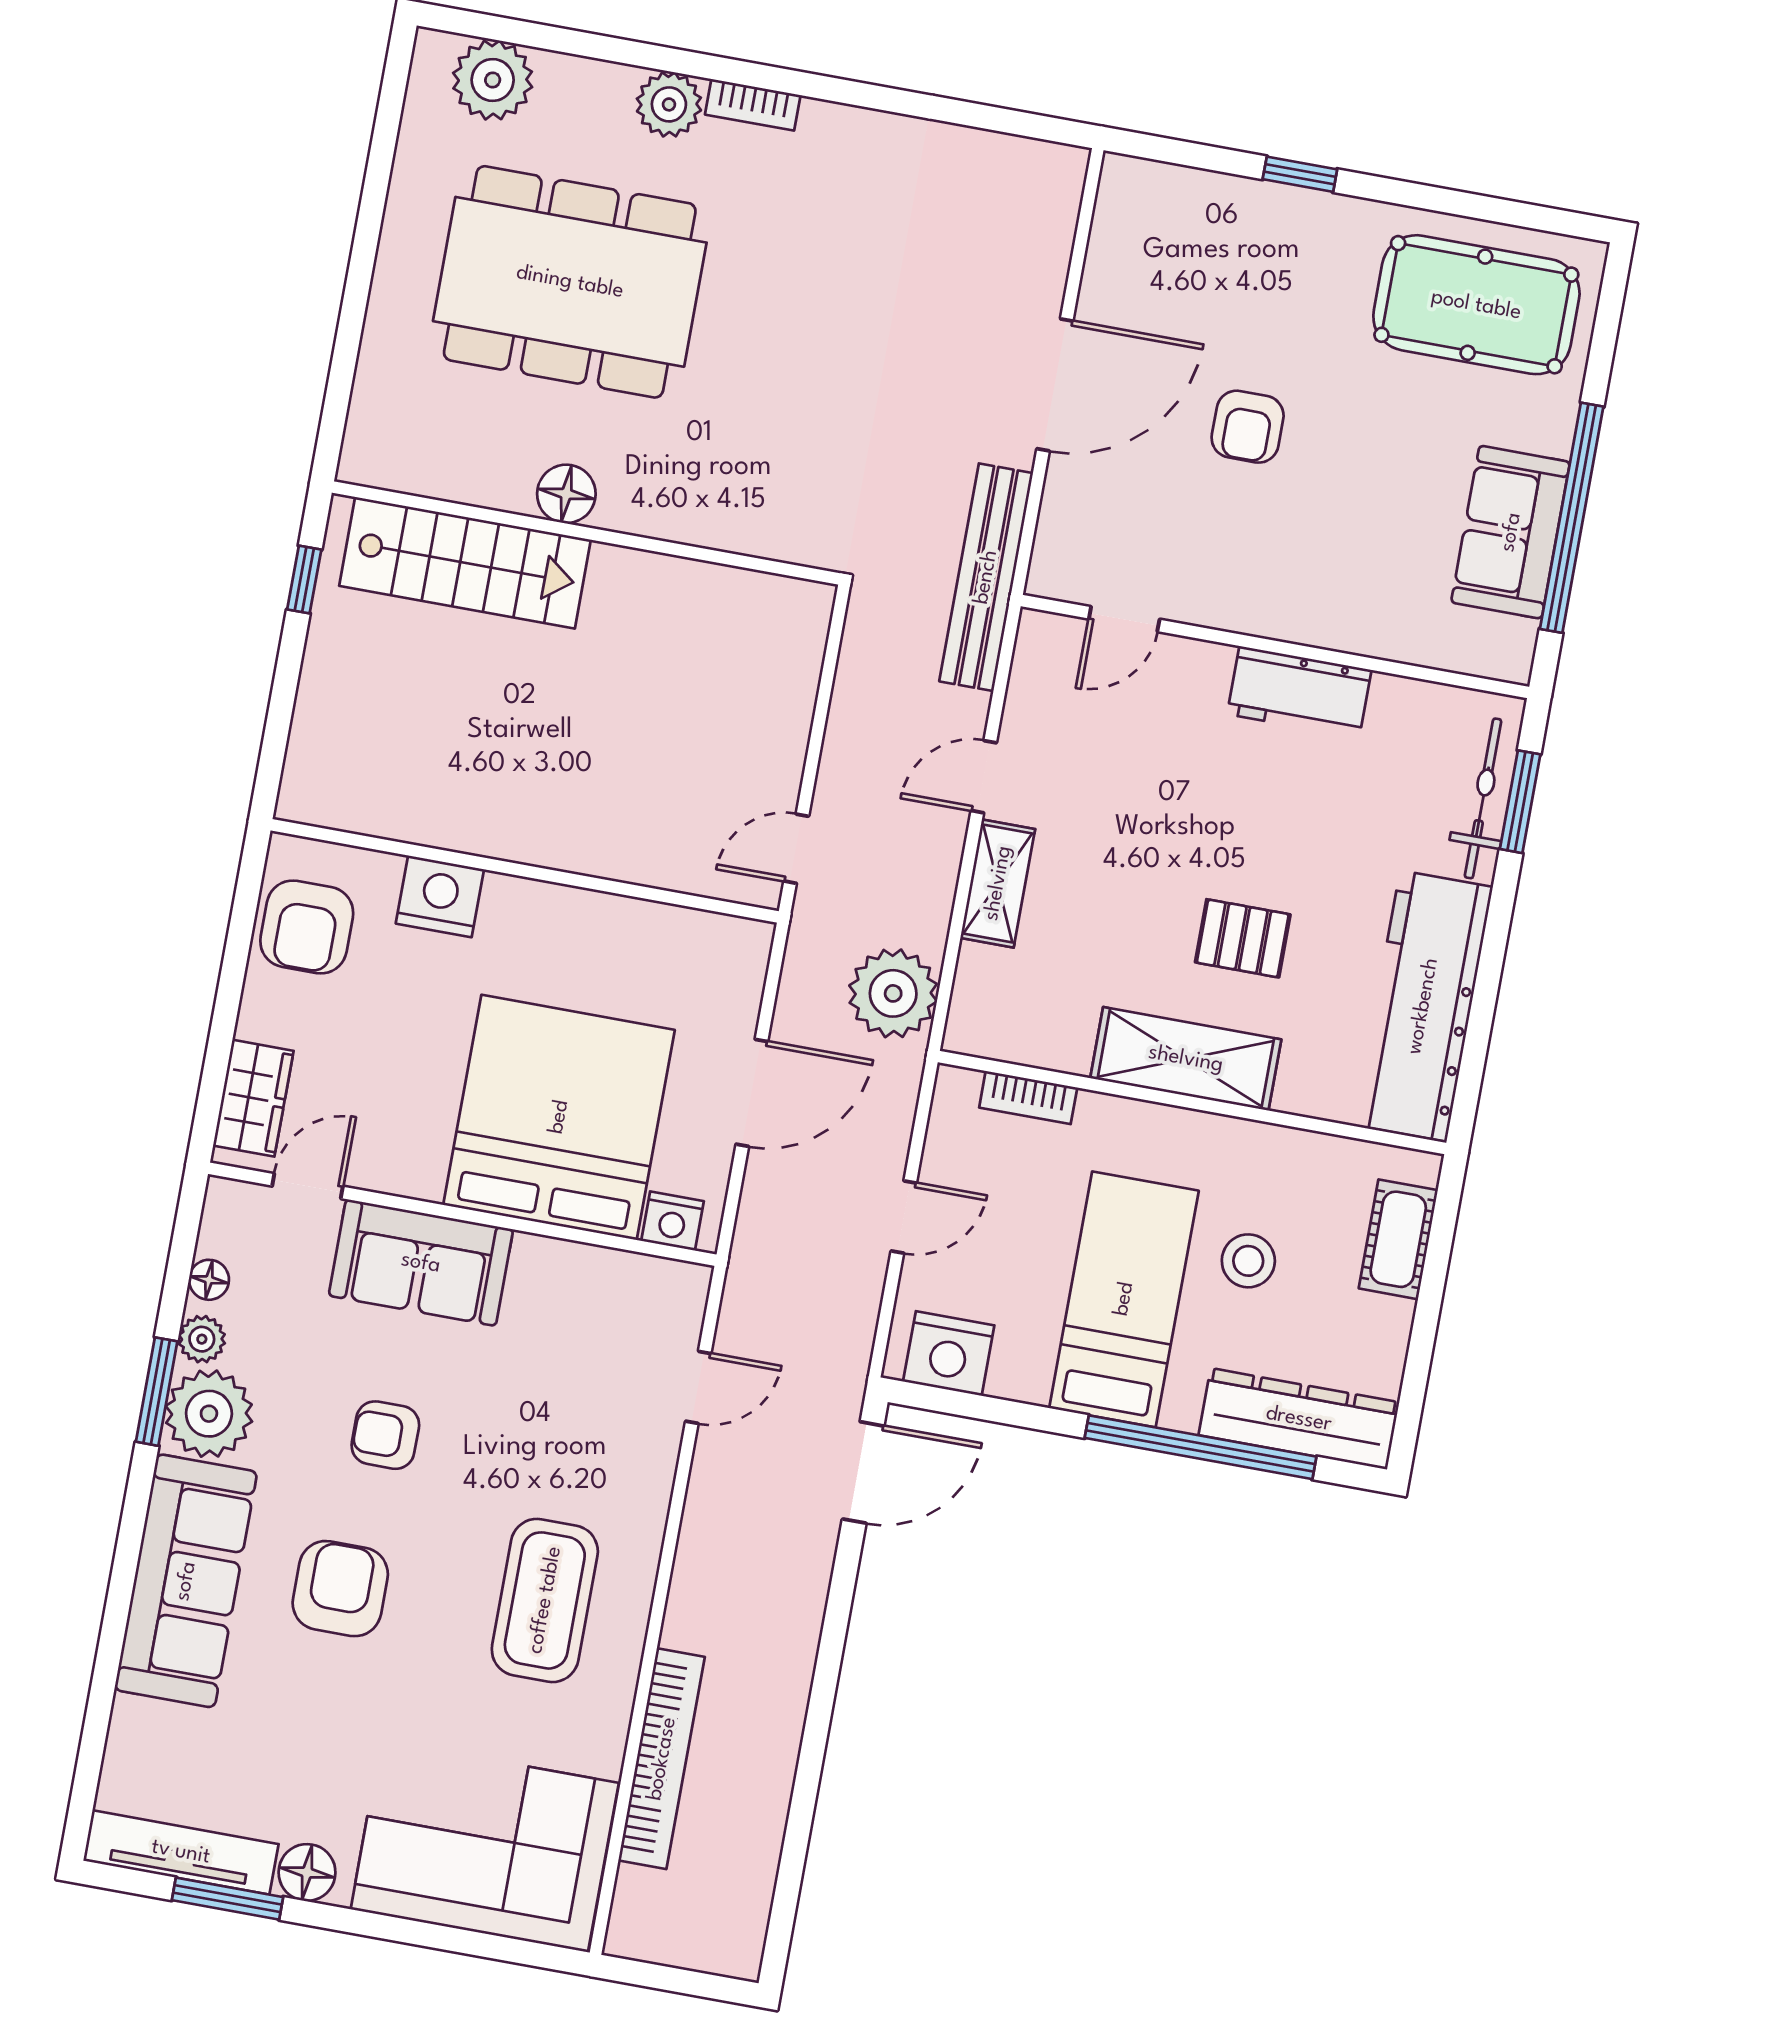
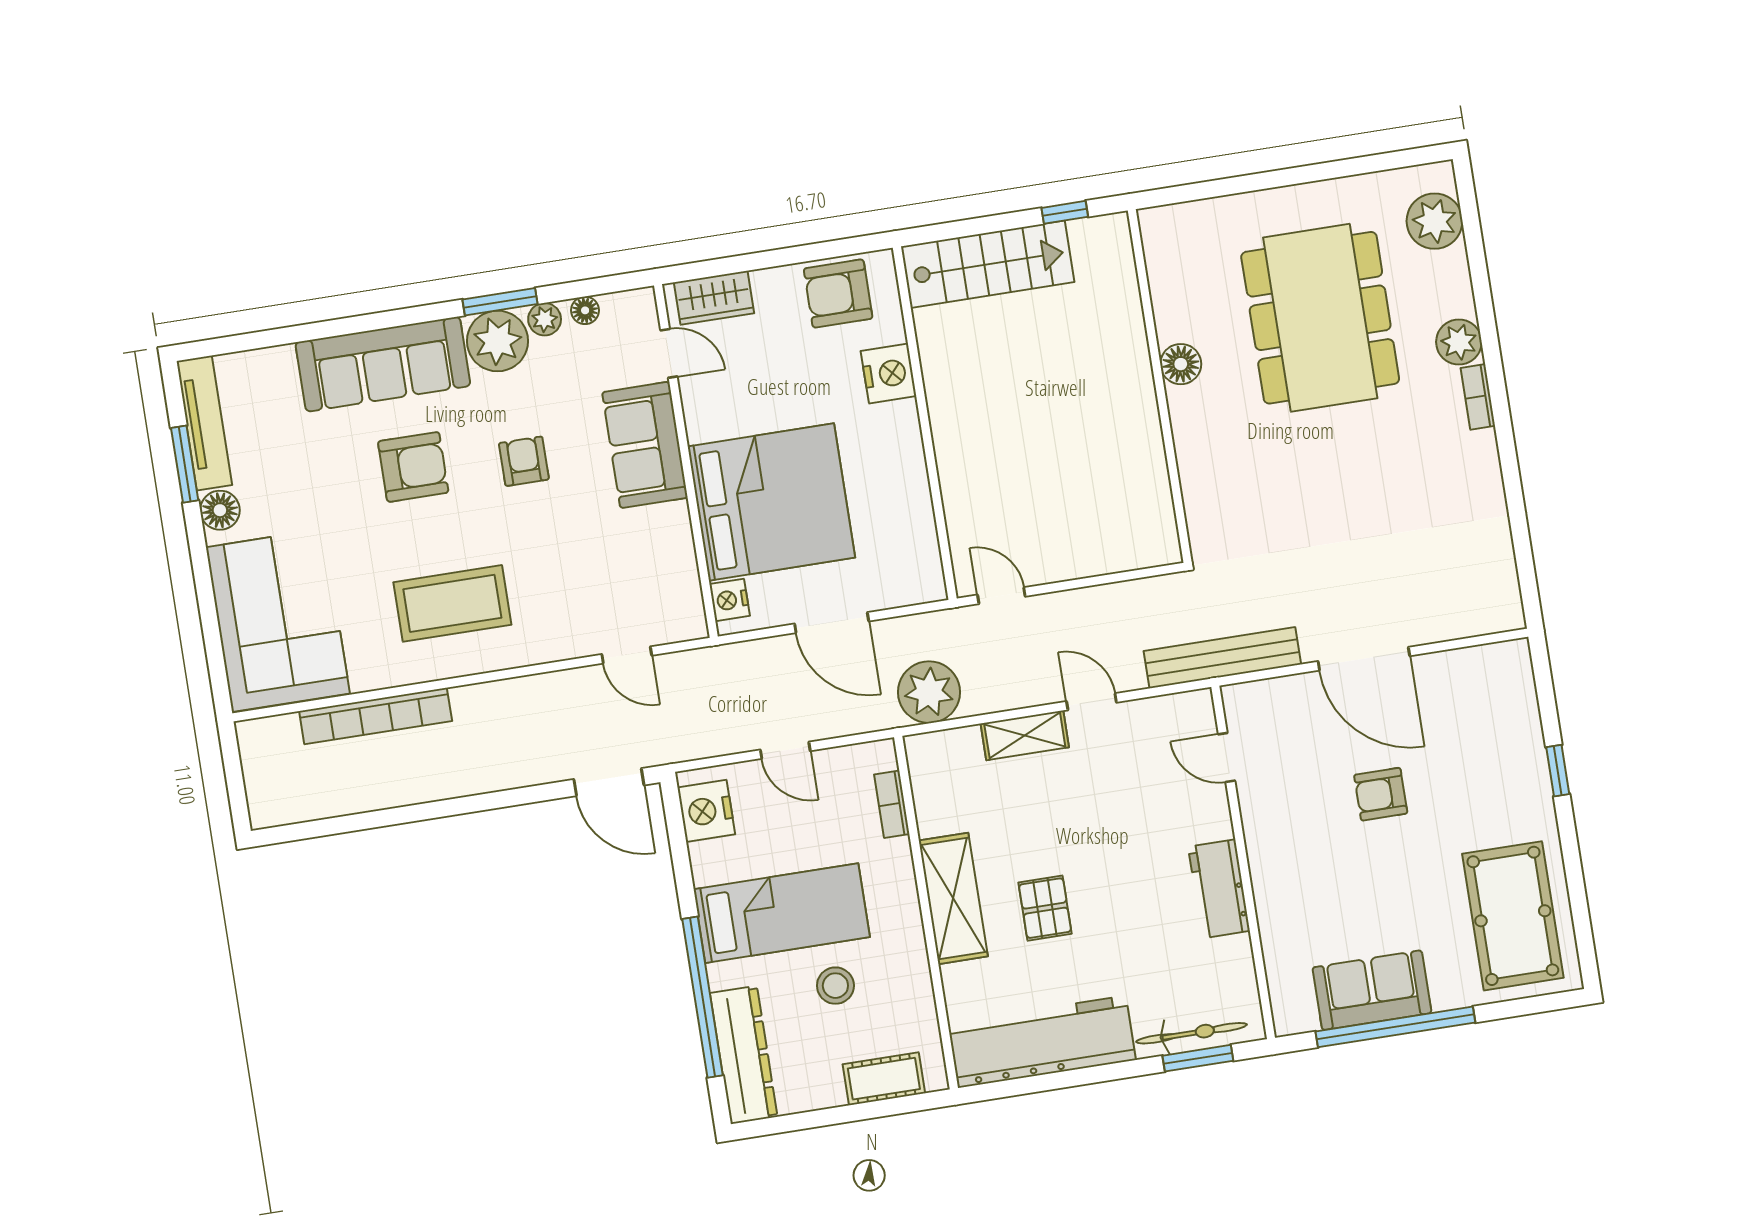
stairs: (465, 563) -> (988, 264), moved, turned -90

